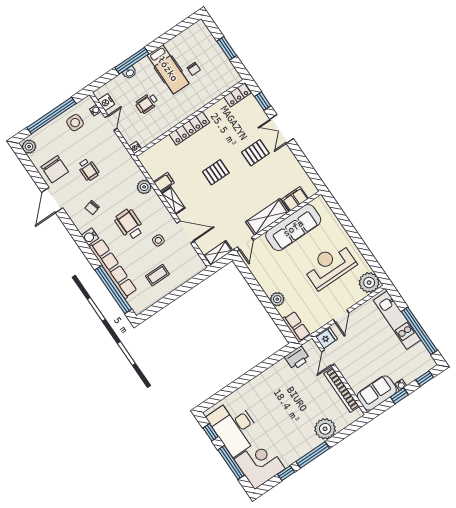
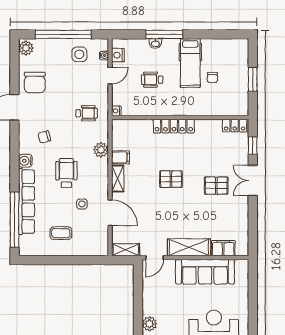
wheelchair: (88, 170) -> (87, 113), moved, turned -90

